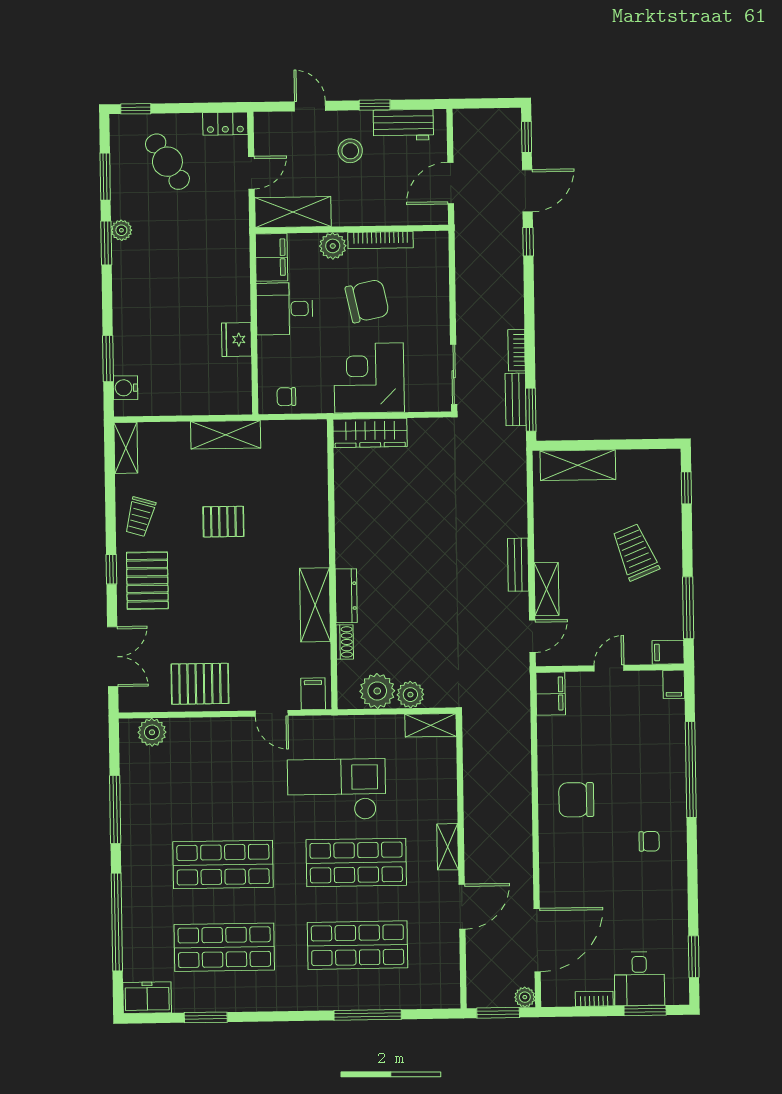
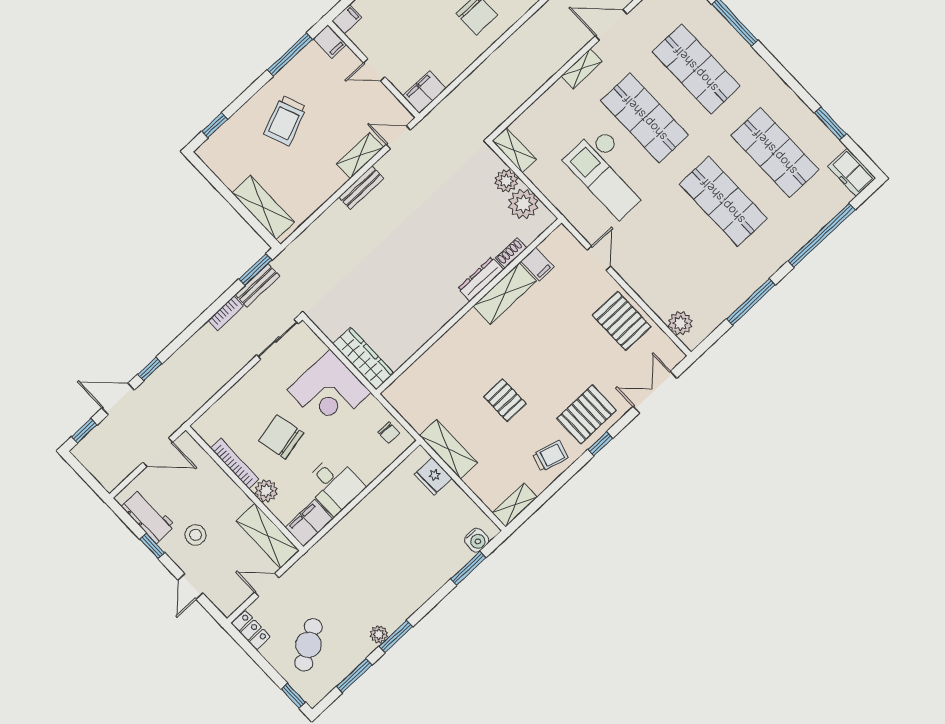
fridge: (236, 340) -> (433, 476), moved, turned 90
filing cabinet: (313, 694) -> (537, 264), moved, turned -90

